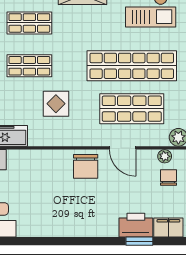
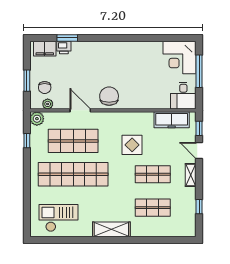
printer: (136, 225) -> (64, 47), width x0.53, depth x0.68

